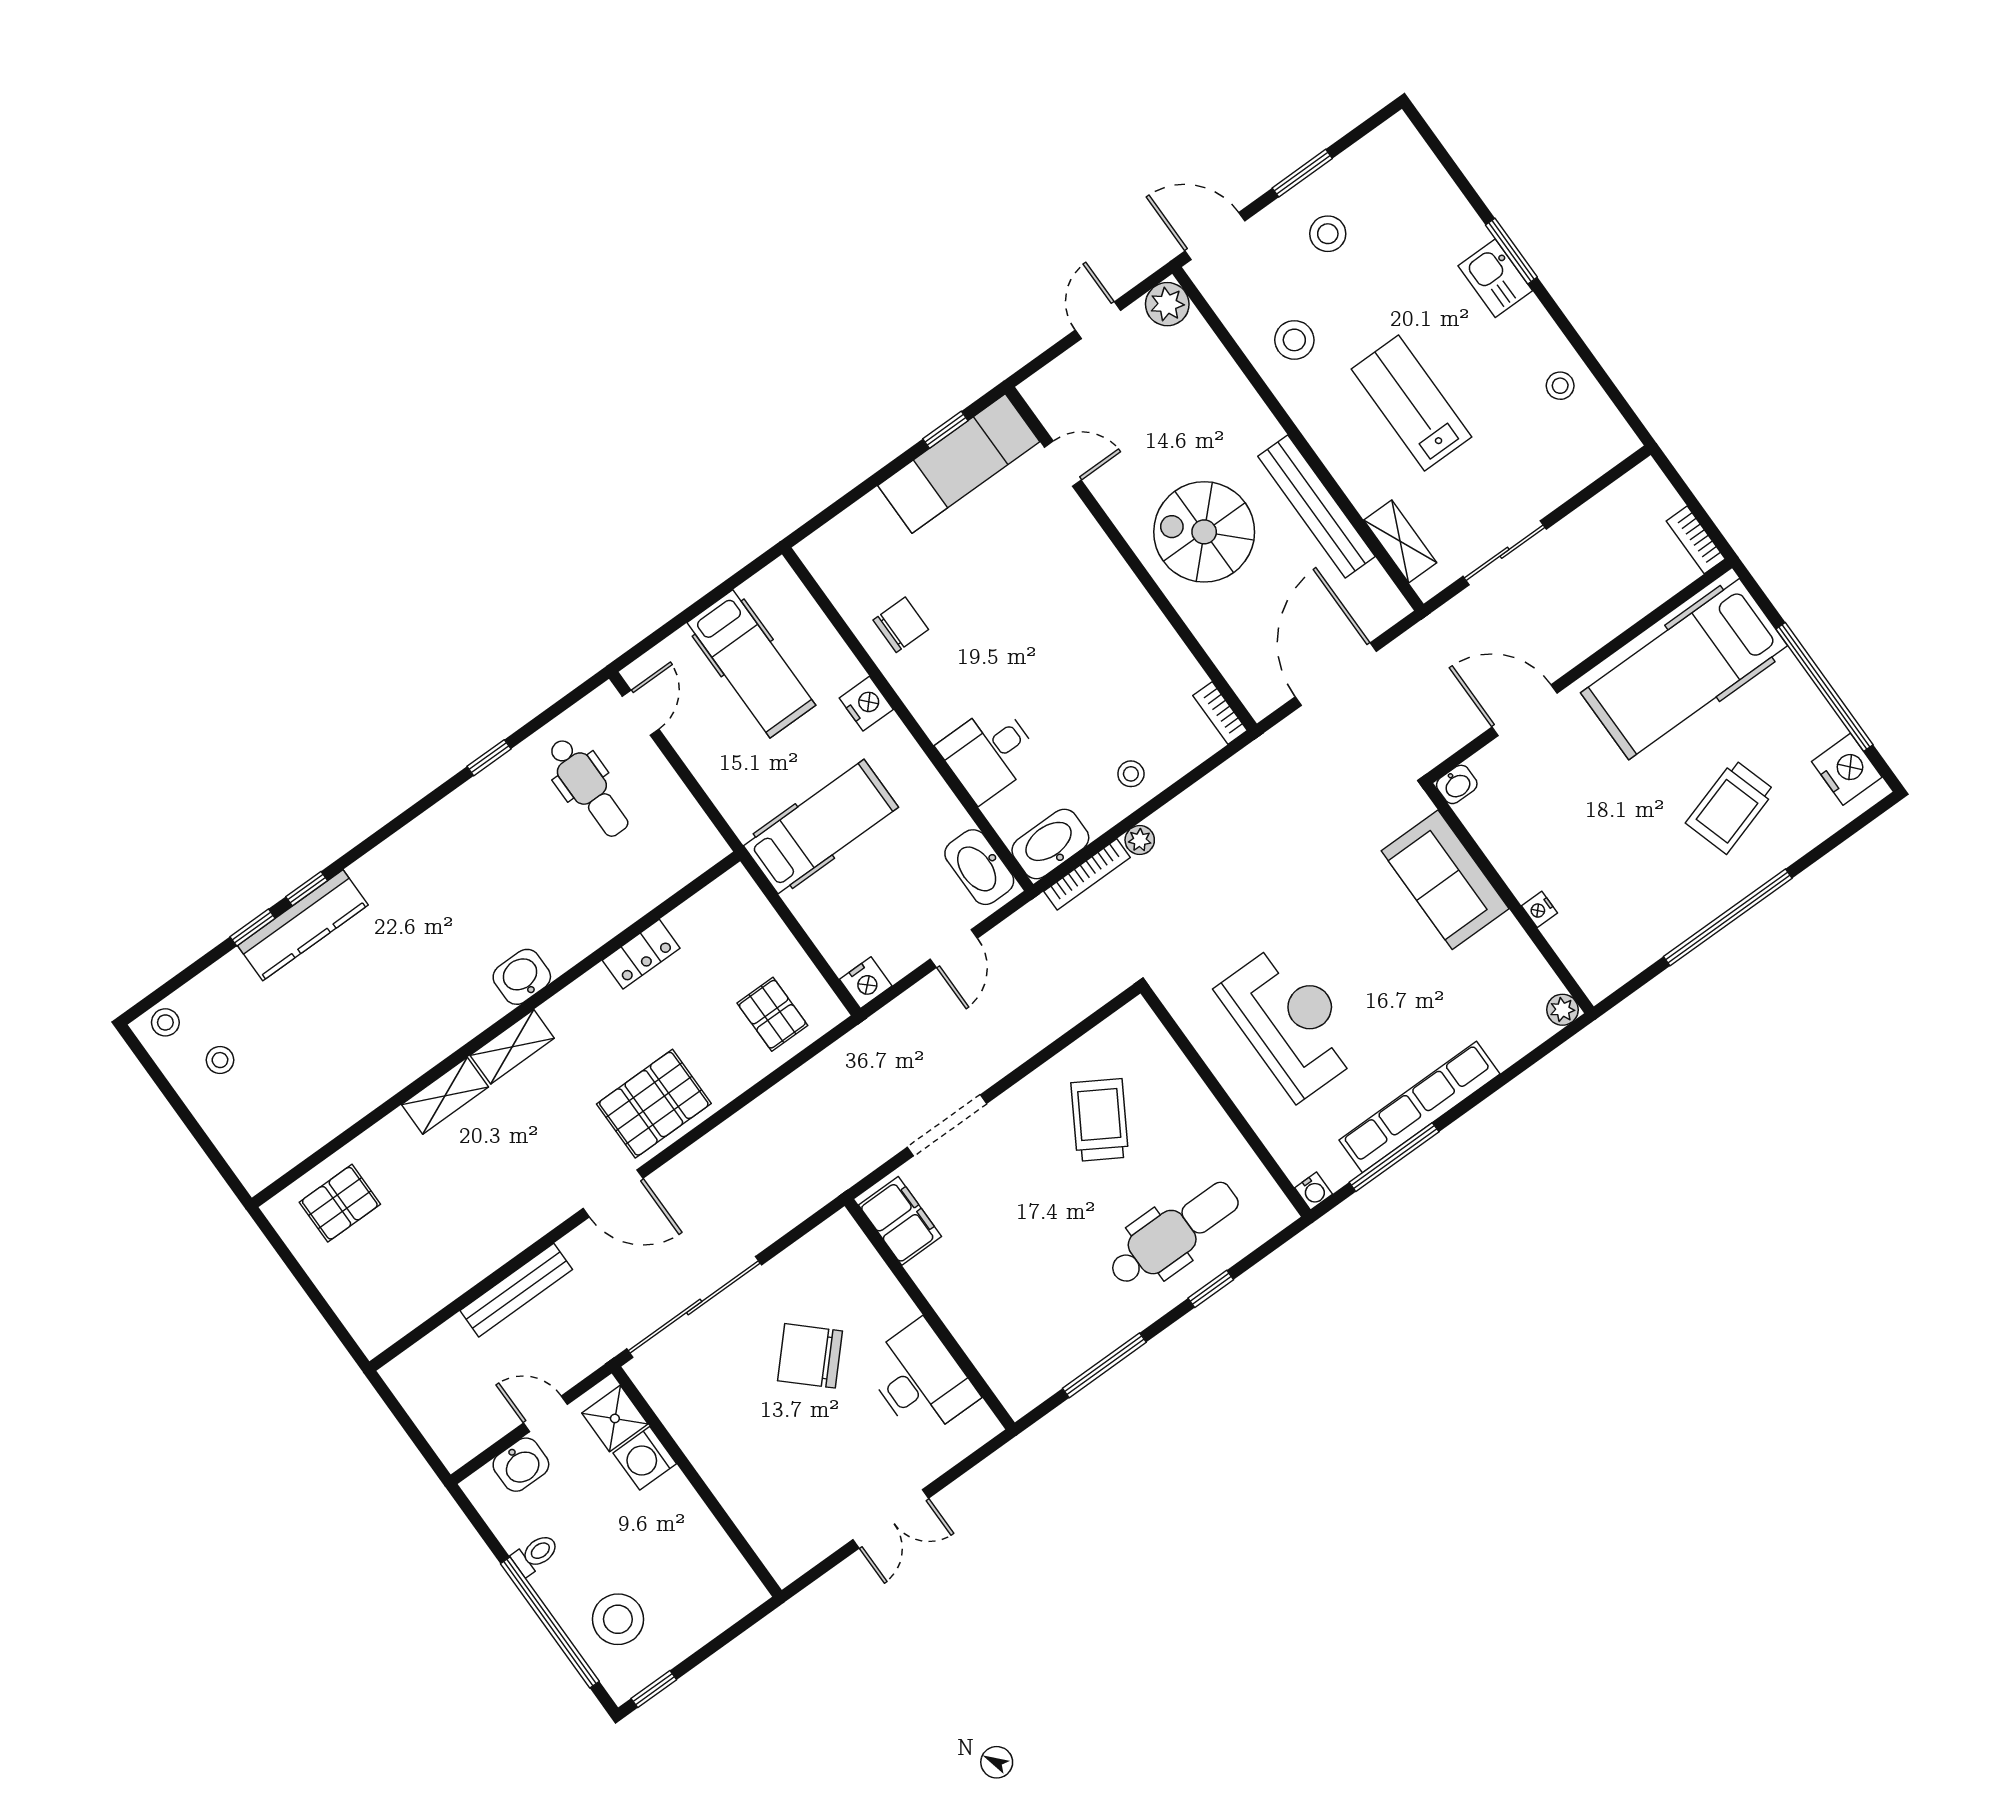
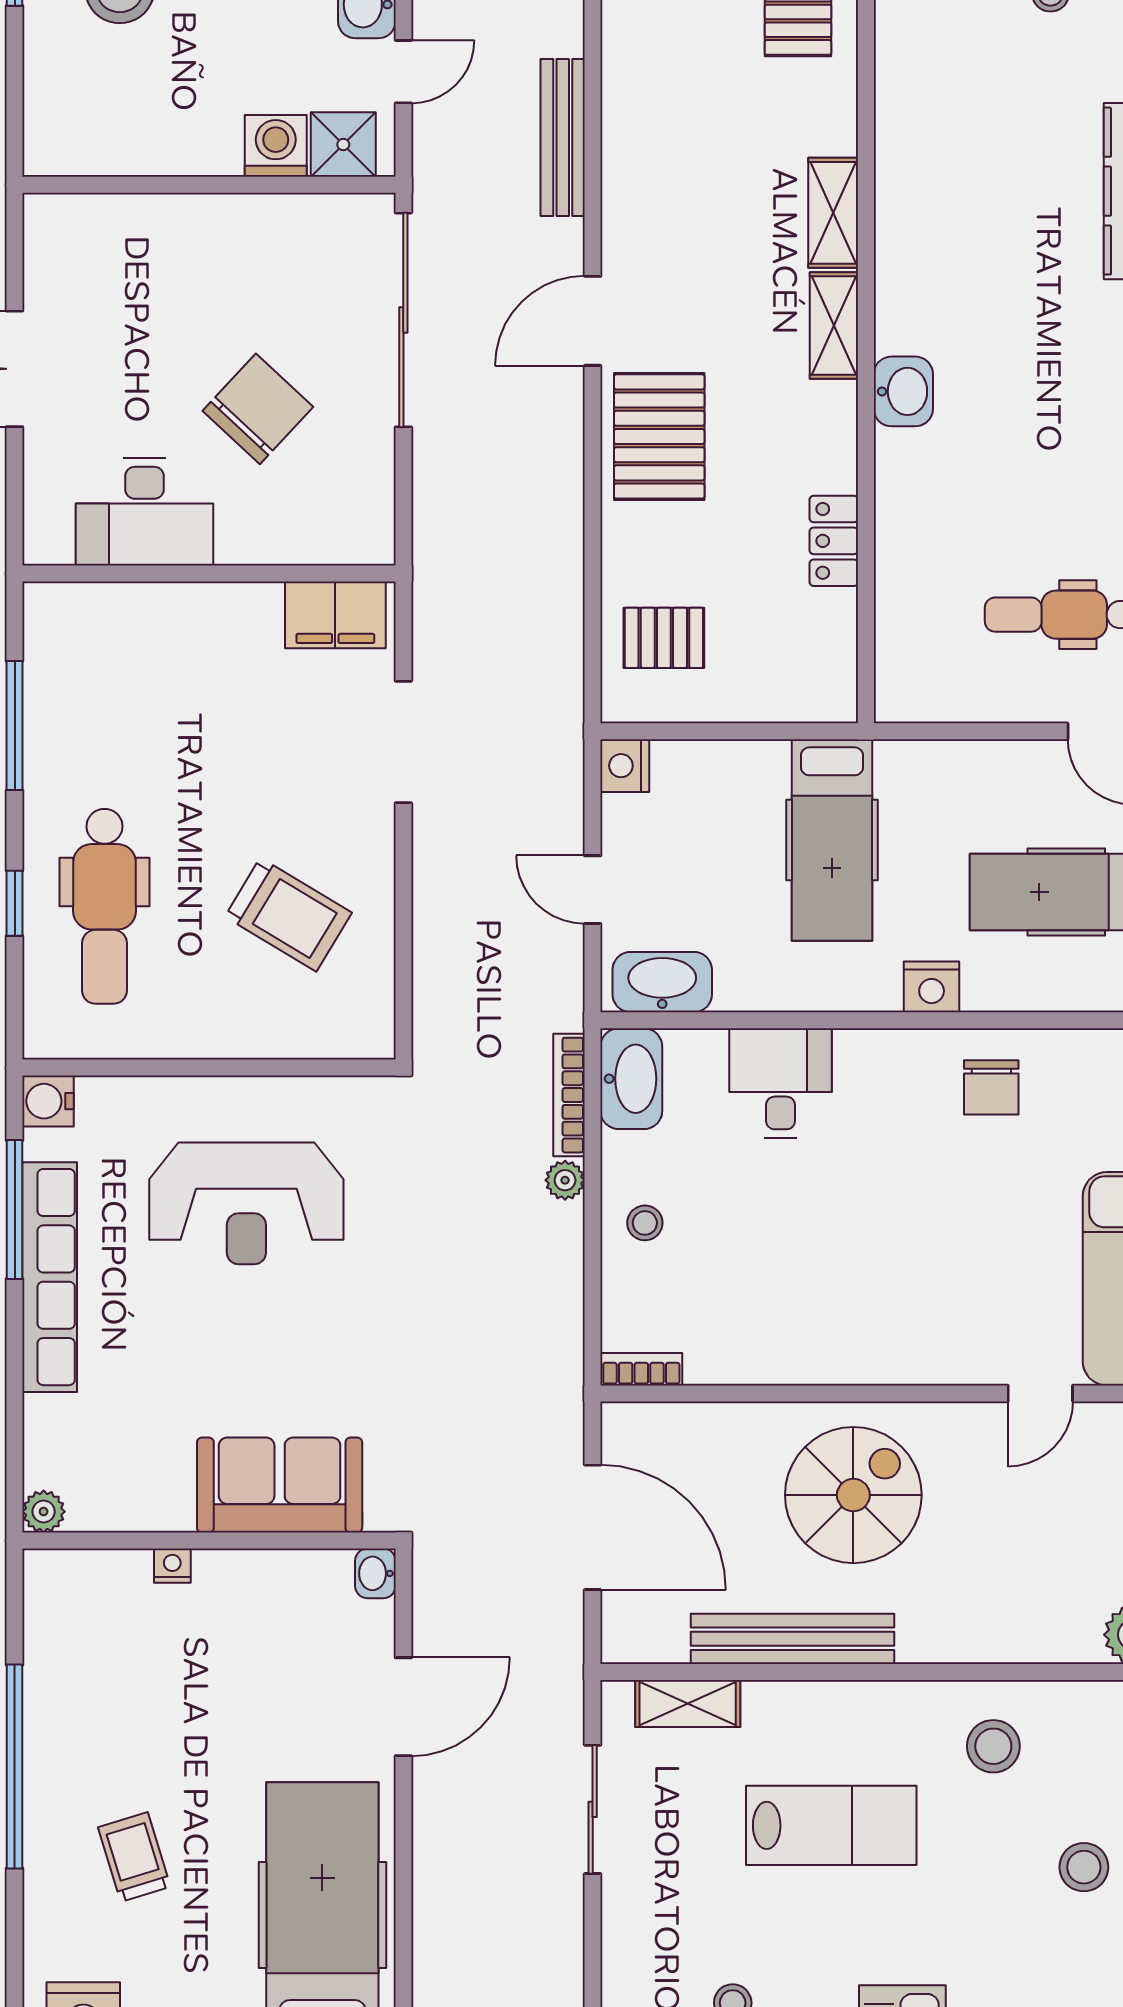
trolley: (1730, 807) -> (134, 1857), width x0.73, depth x0.72
water cooler: (1314, 1191) -> (48, 1101), width x1.38, depth x1.38

